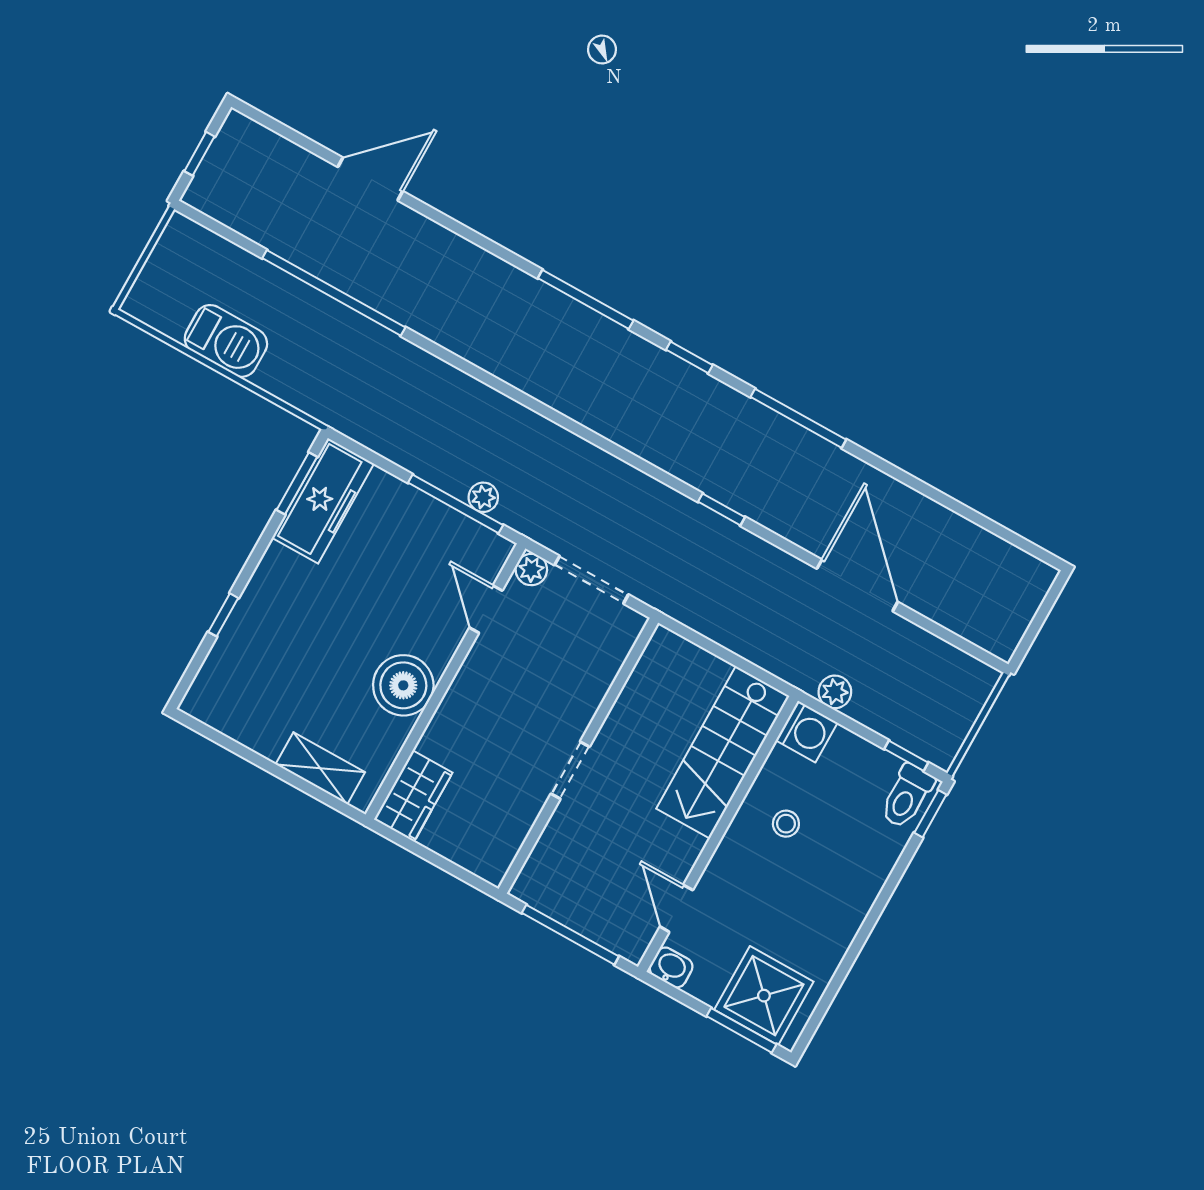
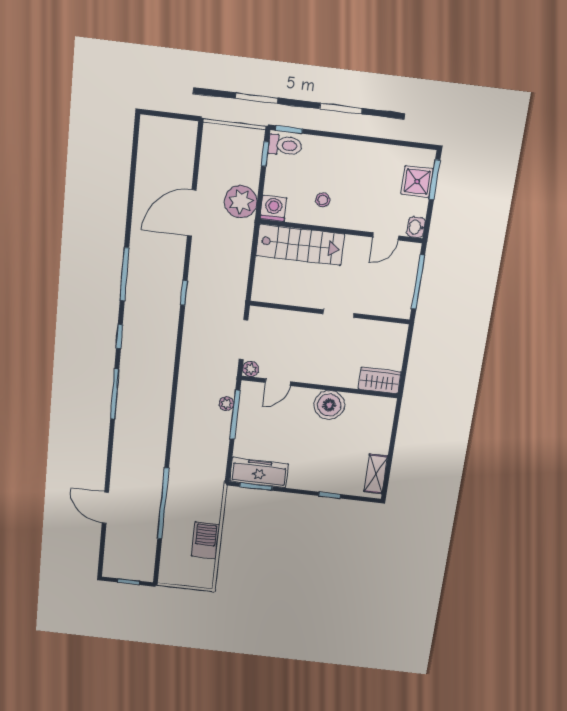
plant: (835, 692) -> (241, 202), width x1.87, depth x1.87
shelving: (320, 768) -> (376, 474), moved
shower: (764, 996) -> (417, 182), width x0.73, depth x0.73

